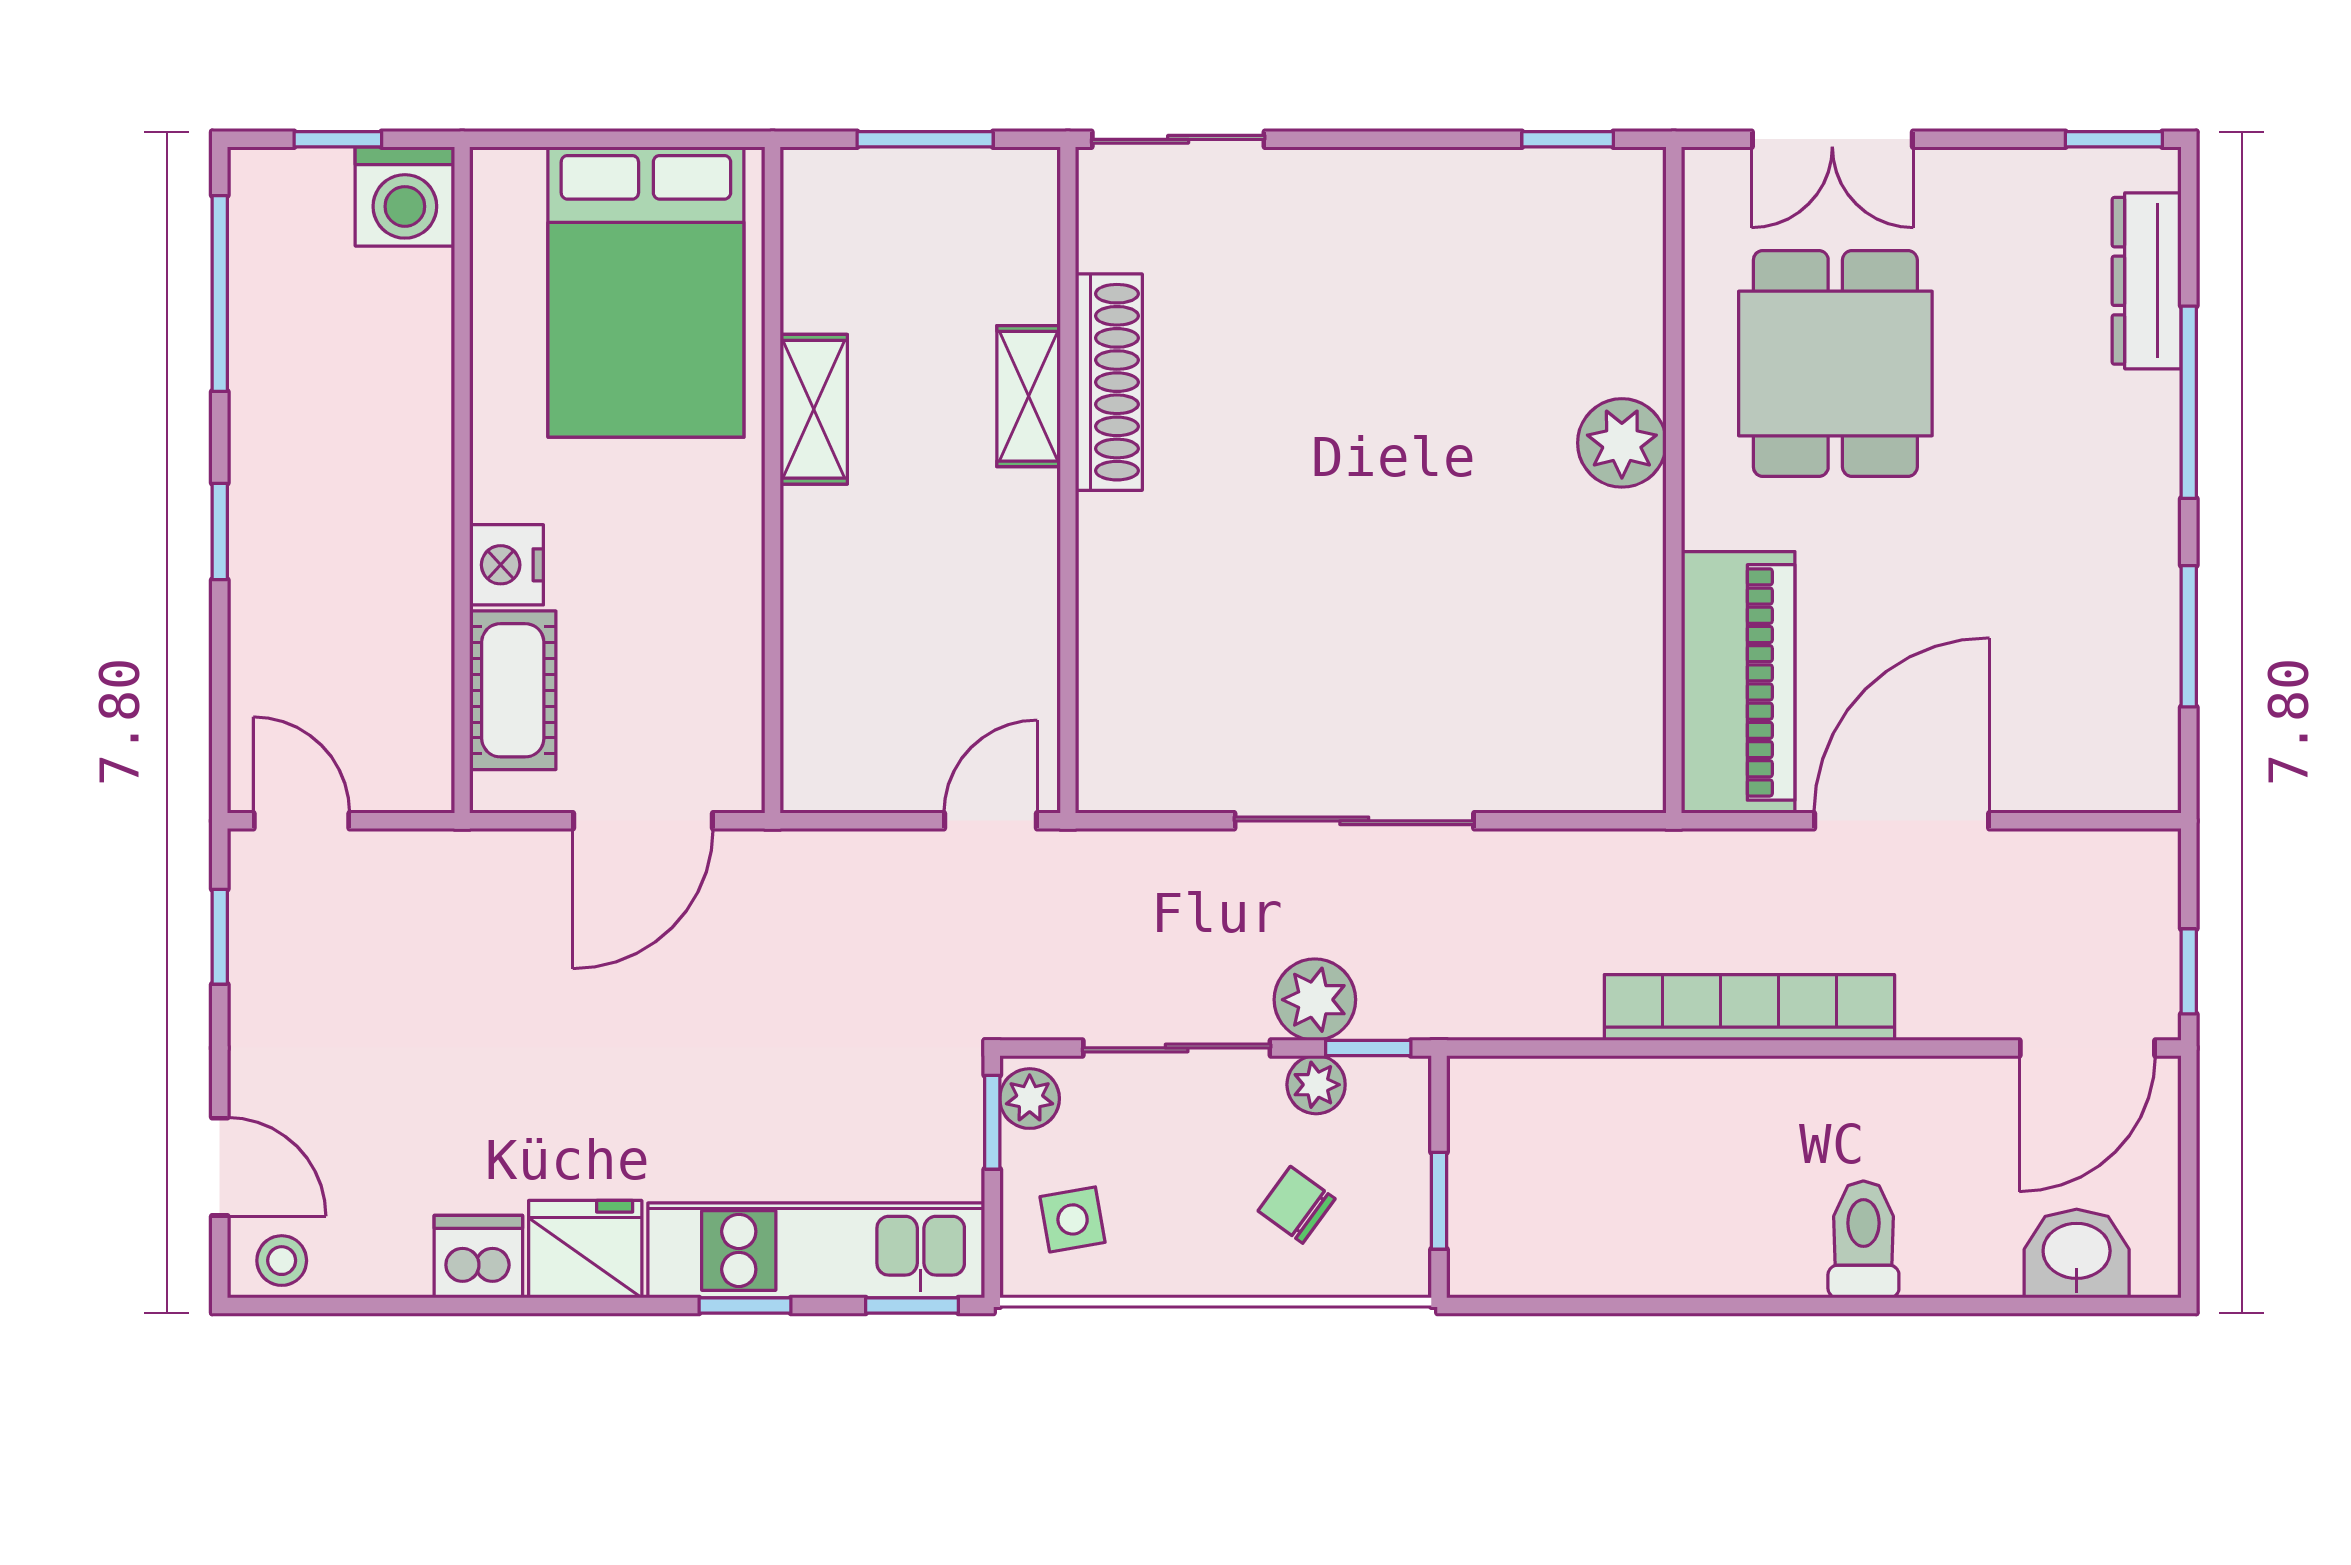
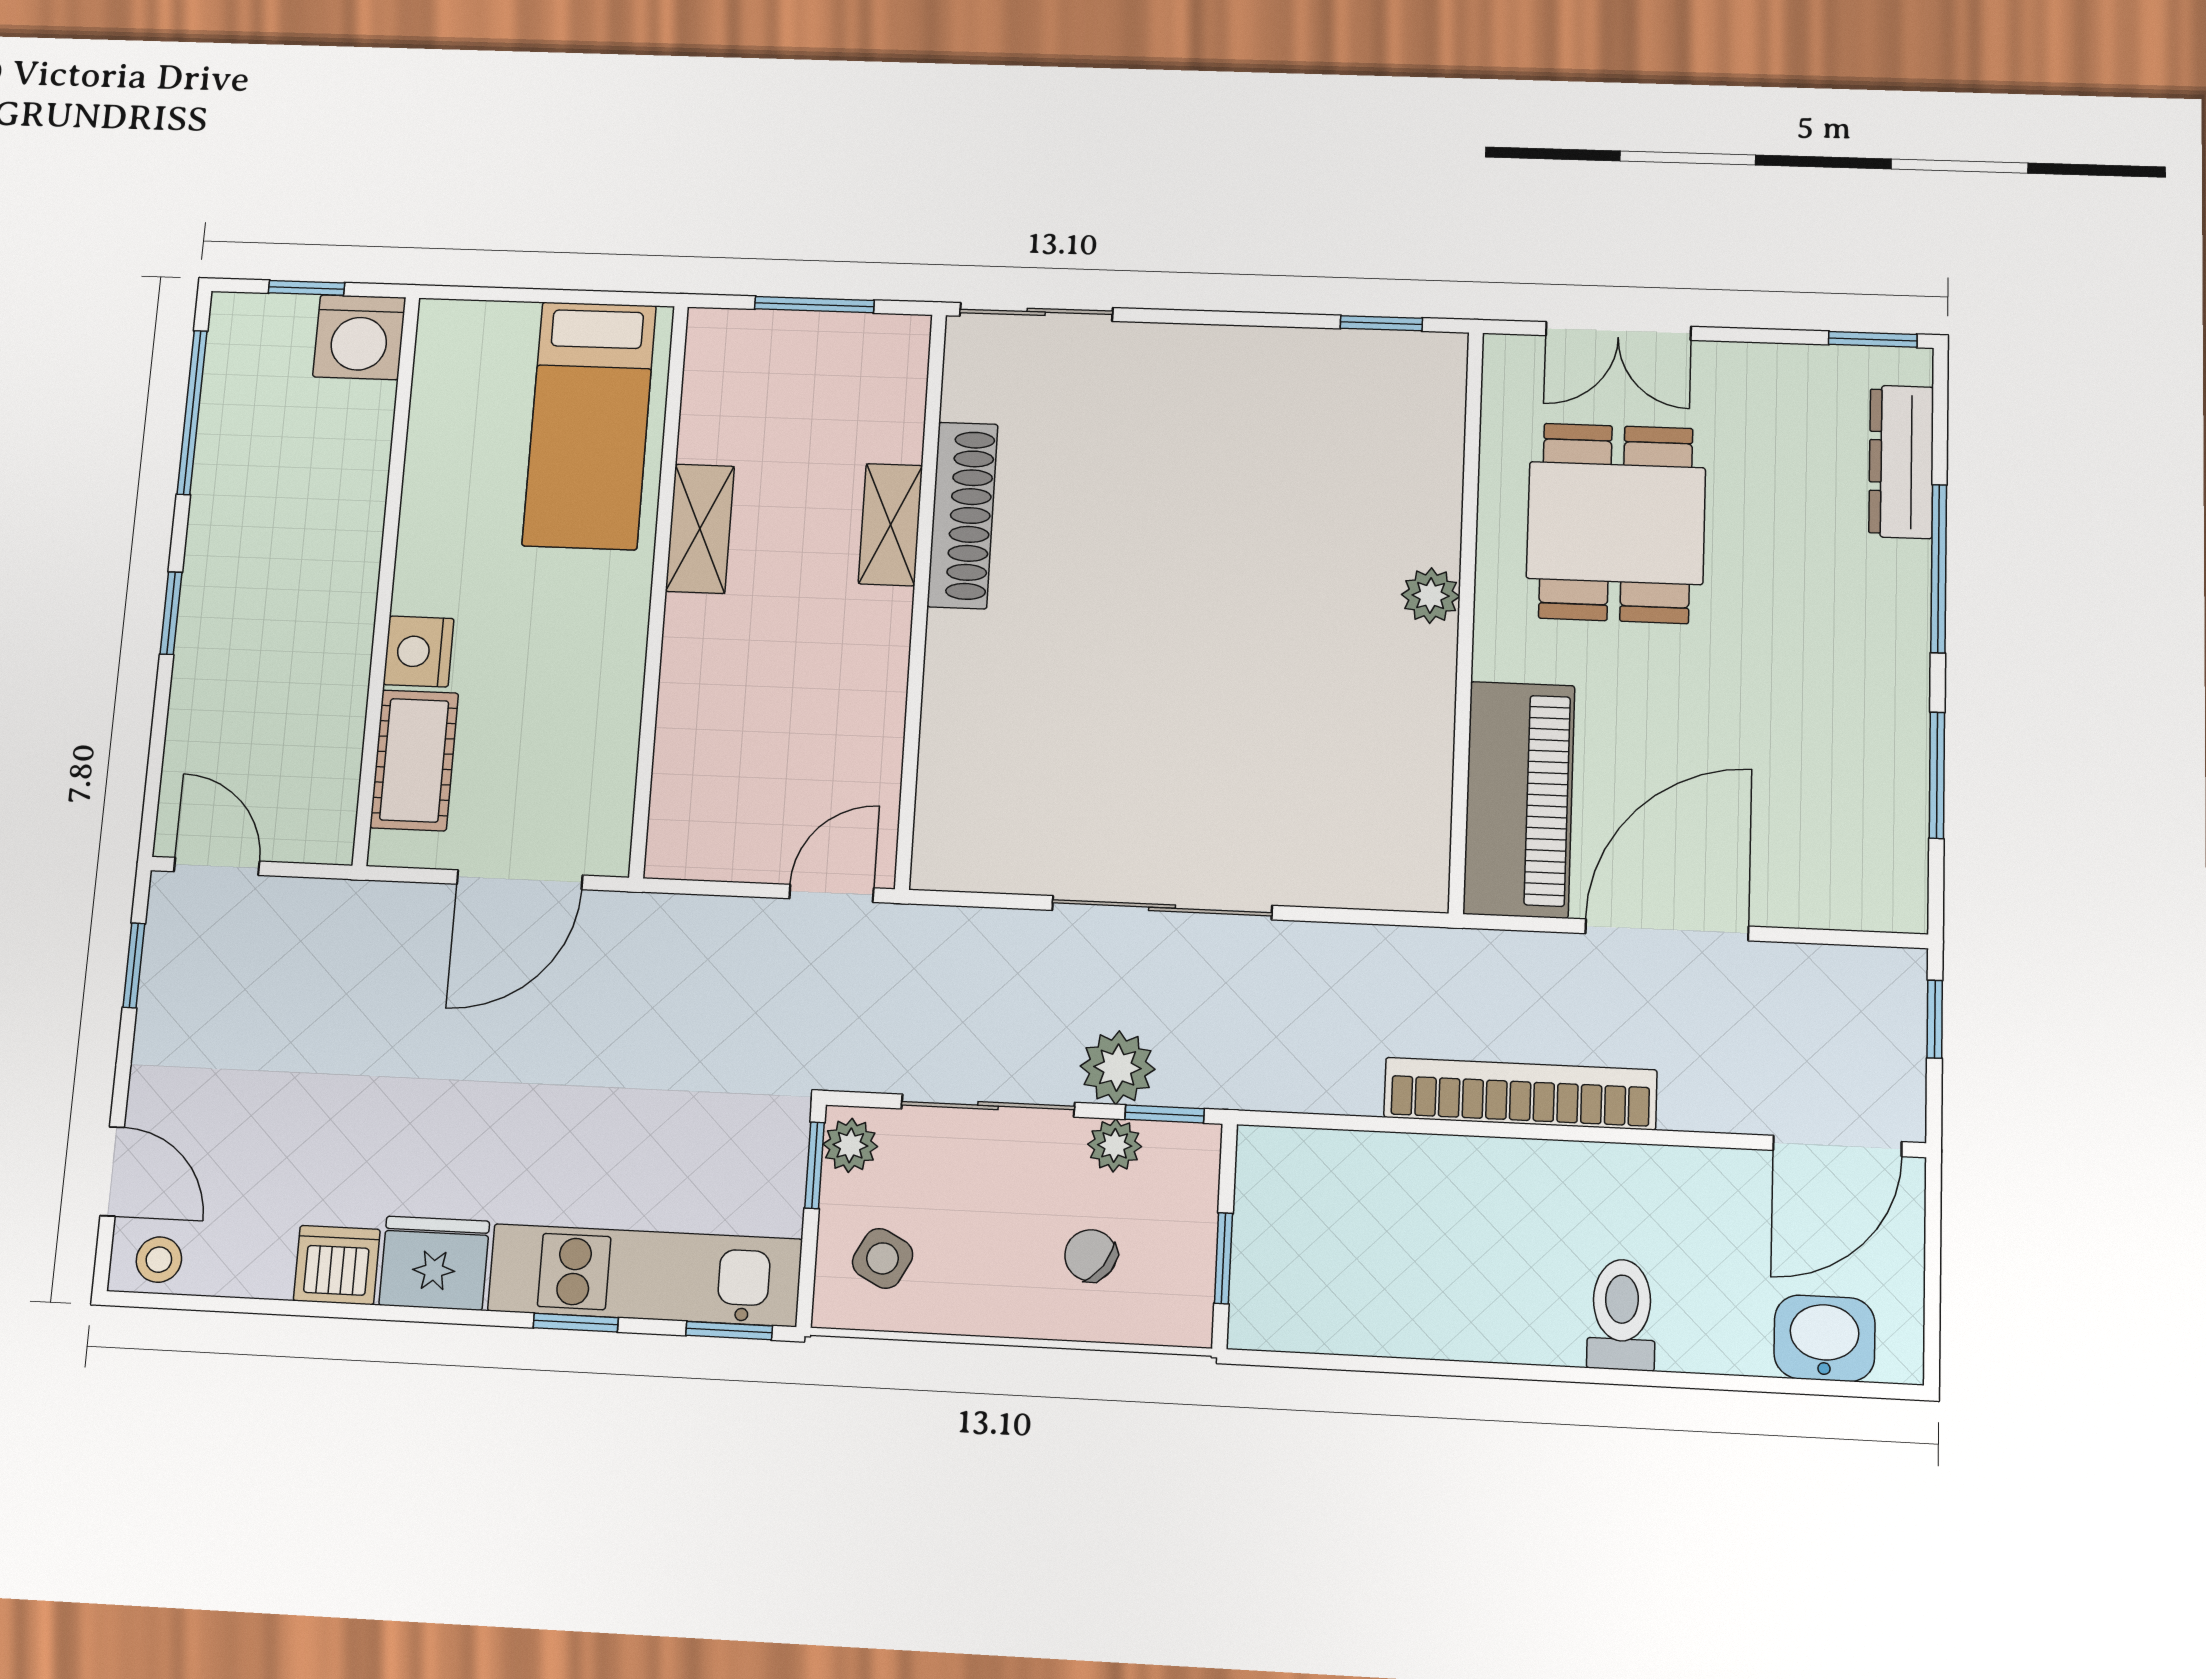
bed: (646, 292) -> (589, 425), width x0.67
plant: (1622, 443) -> (1431, 596), width x0.73, depth x0.73
window: (2189, 971) -> (1935, 1019), moved
side table: (1073, 1219) -> (883, 1258), turned 38

